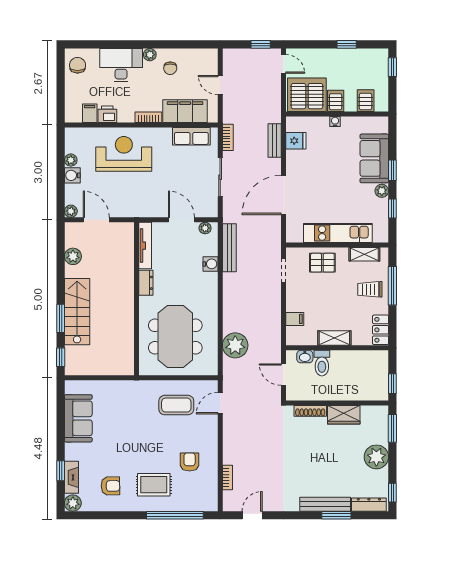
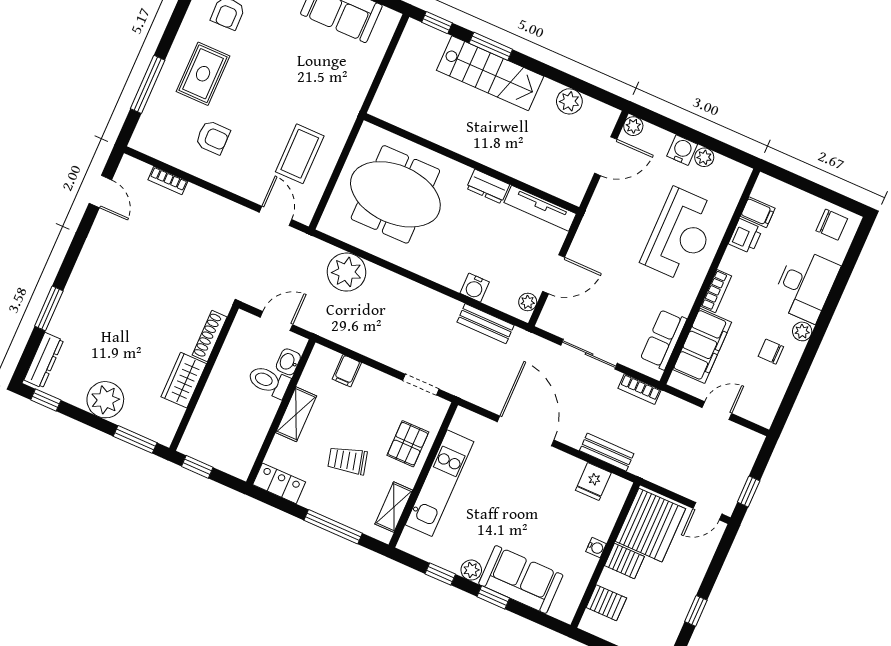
bench: (229, 248) -> (486, 324), width x0.73
trolley: (370, 289) -> (348, 460), moved, turned -104
bench: (325, 504) -> (71, 299), removed
window: (175, 515) -> (148, 84), width x0.68

